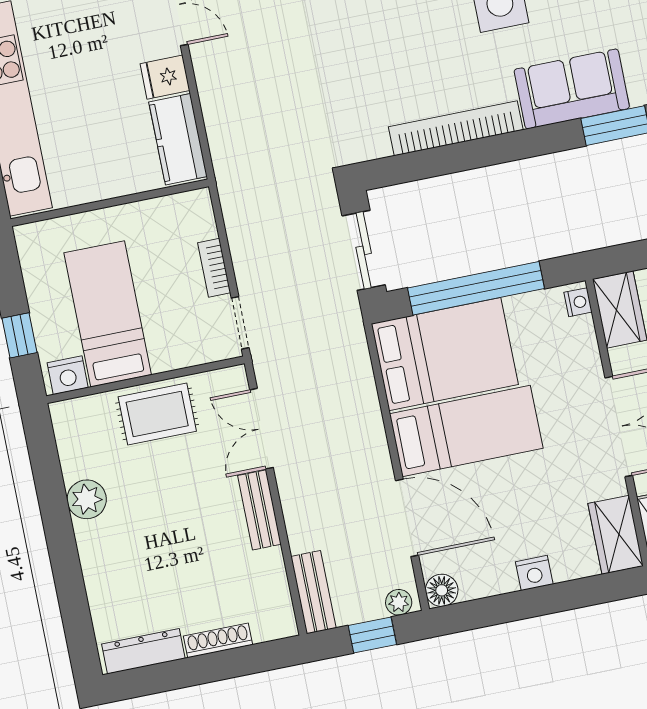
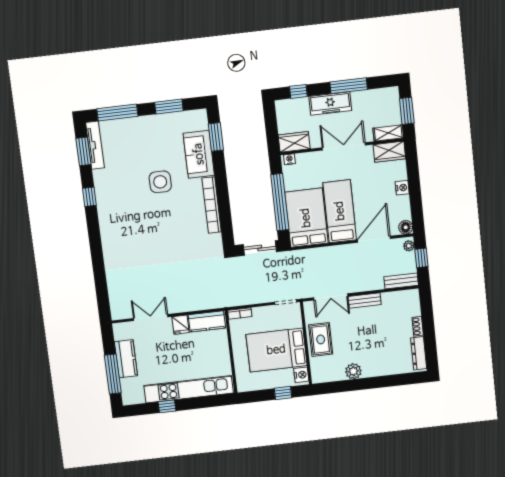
bookcase: (214, 268) -> (240, 313), moved
bed: (108, 314) -> (276, 350), width x1.50
shoe rack: (218, 640) -> (418, 326), width x0.70

